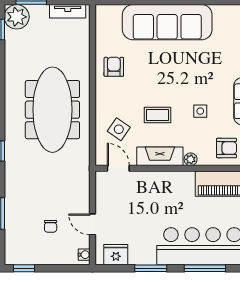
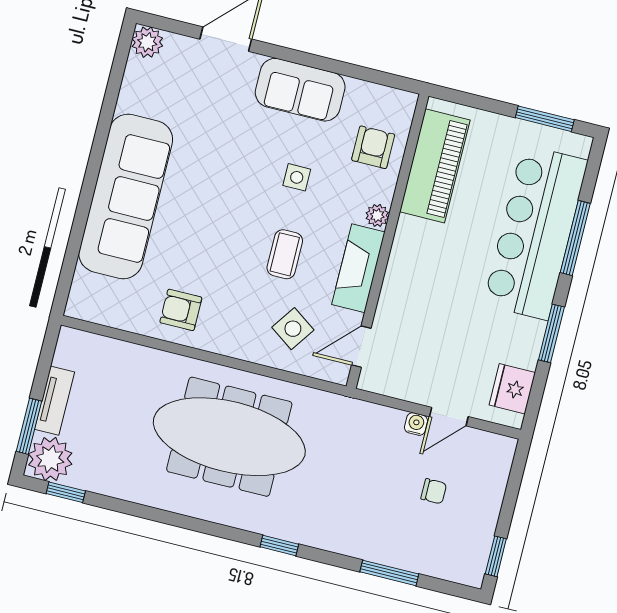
tv unit: (68, 11) -> (54, 401), moved
water cooler: (84, 255) -> (416, 424), moved

